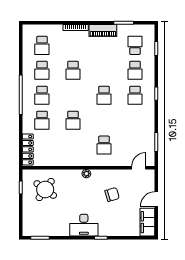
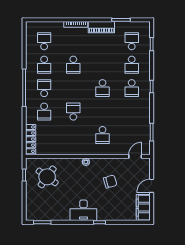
school desk: (42, 45) -> (44, 41), turned 180
school desk: (42, 95) -> (44, 88), turned 180
school desk: (73, 120) -> (73, 112), turned 180

